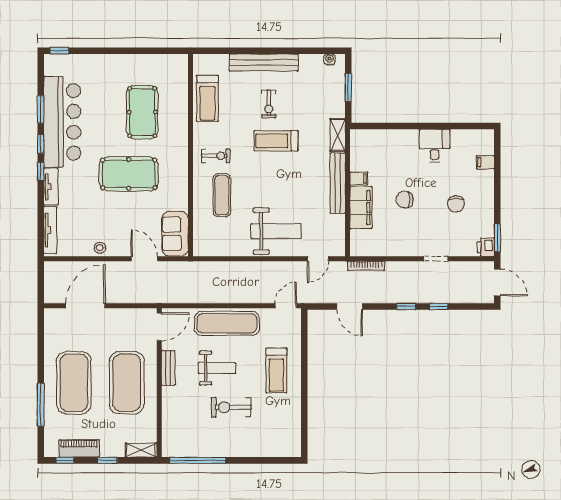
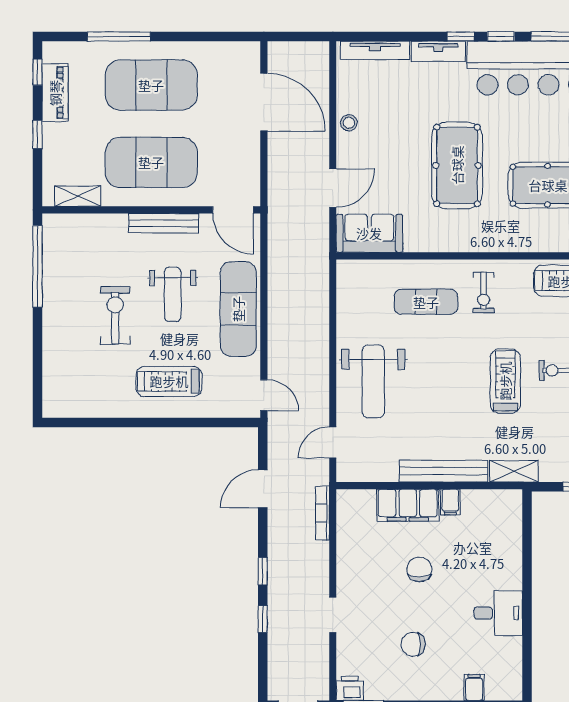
door: (318, 259) -> (333, 442), hinge flipped
bench: (168, 368) -> (164, 223), width x1.36
shelving: (141, 450) -> (78, 196), moved, turned 90

